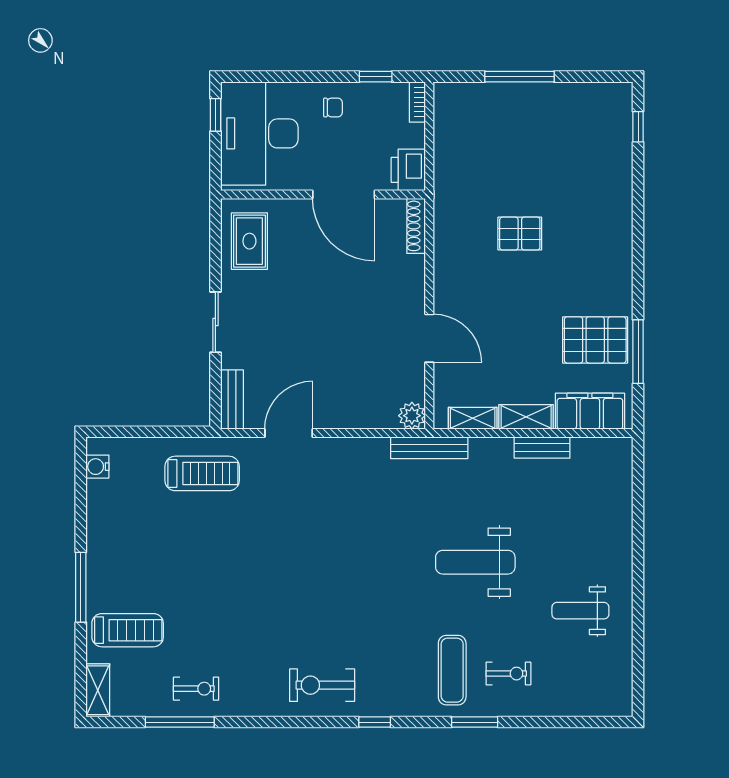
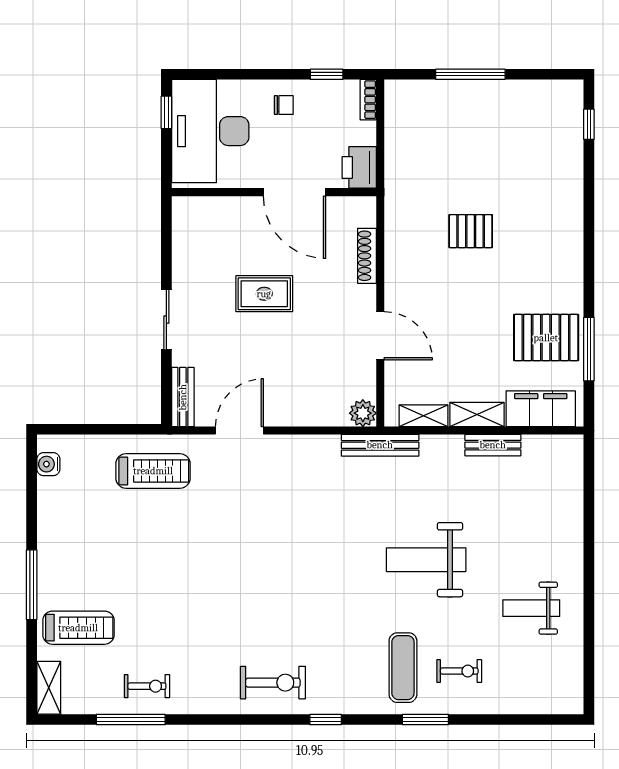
shoe rack: (416, 226) -> (367, 256), moved
rug: (249, 241) -> (264, 294), moved, turned 90
exercise bike: (322, 685) -> (273, 683), turned 180

